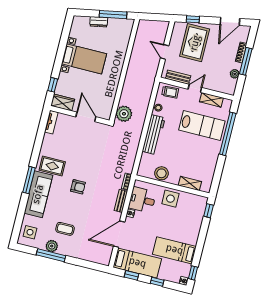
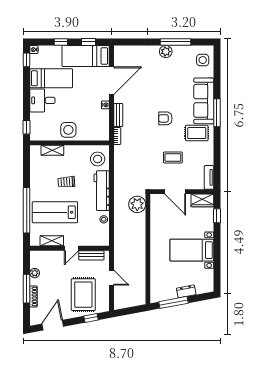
trolley: (170, 92) -> (66, 182), moved
stool: (161, 173) -> (98, 159), moved
desk: (142, 200) -> (42, 100), moved, turned 180
coffee table: (65, 229) -> (173, 157), moved
plant: (52, 246) -> (166, 52), moved

